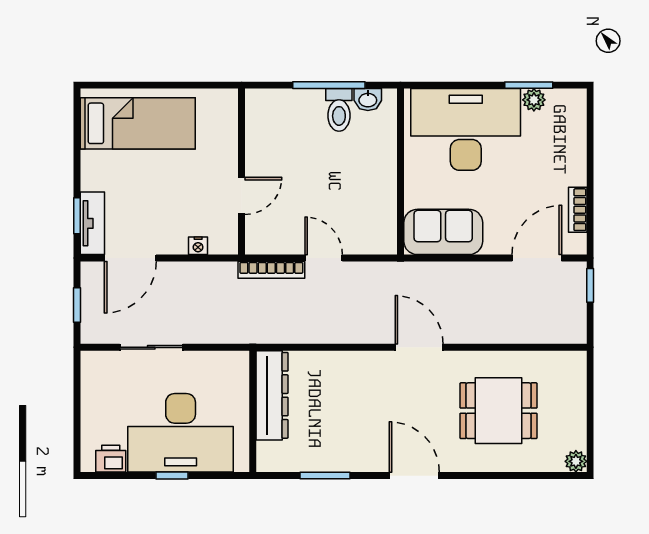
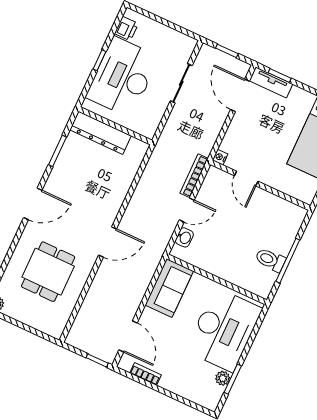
washbasin: (368, 100) -> (184, 237), moved, turned 180
nightstand: (198, 246) -> (220, 157), moved
dresser: (272, 395) -> (100, 133), moved

